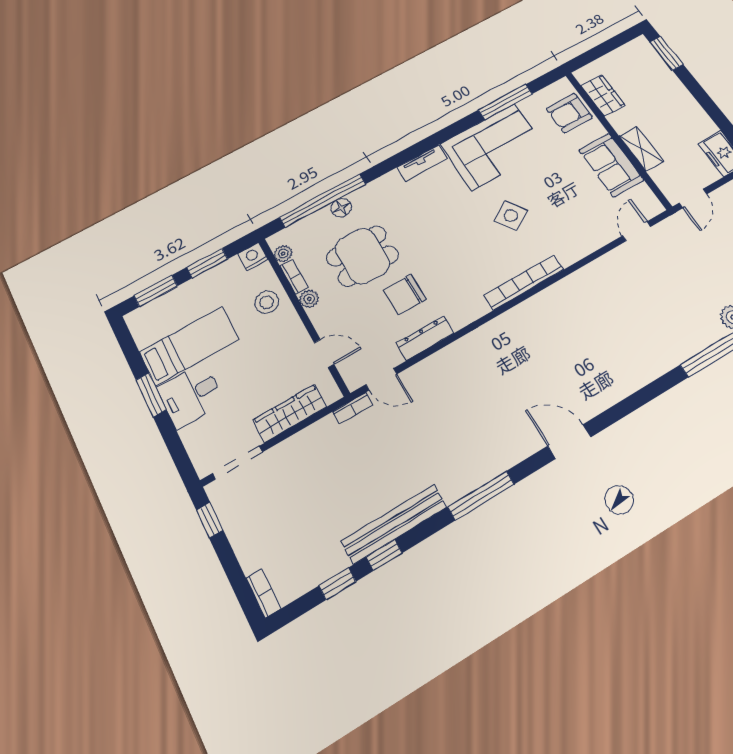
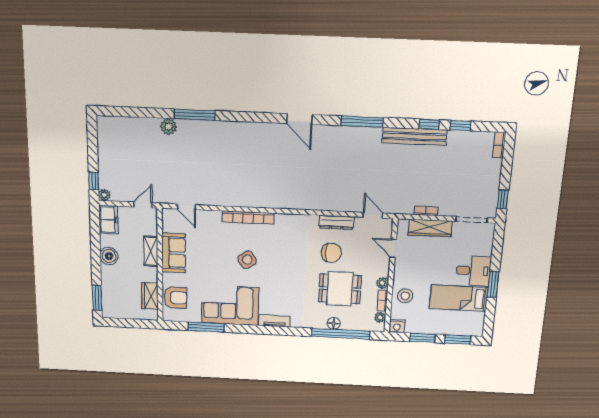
boiler: (689, 111) -> (109, 256), added
door: (636, 231) -> (186, 207), hinge flipped
bookcase: (524, 282) -> (248, 217), moved
bookcase: (353, 408) -> (426, 211), moved

